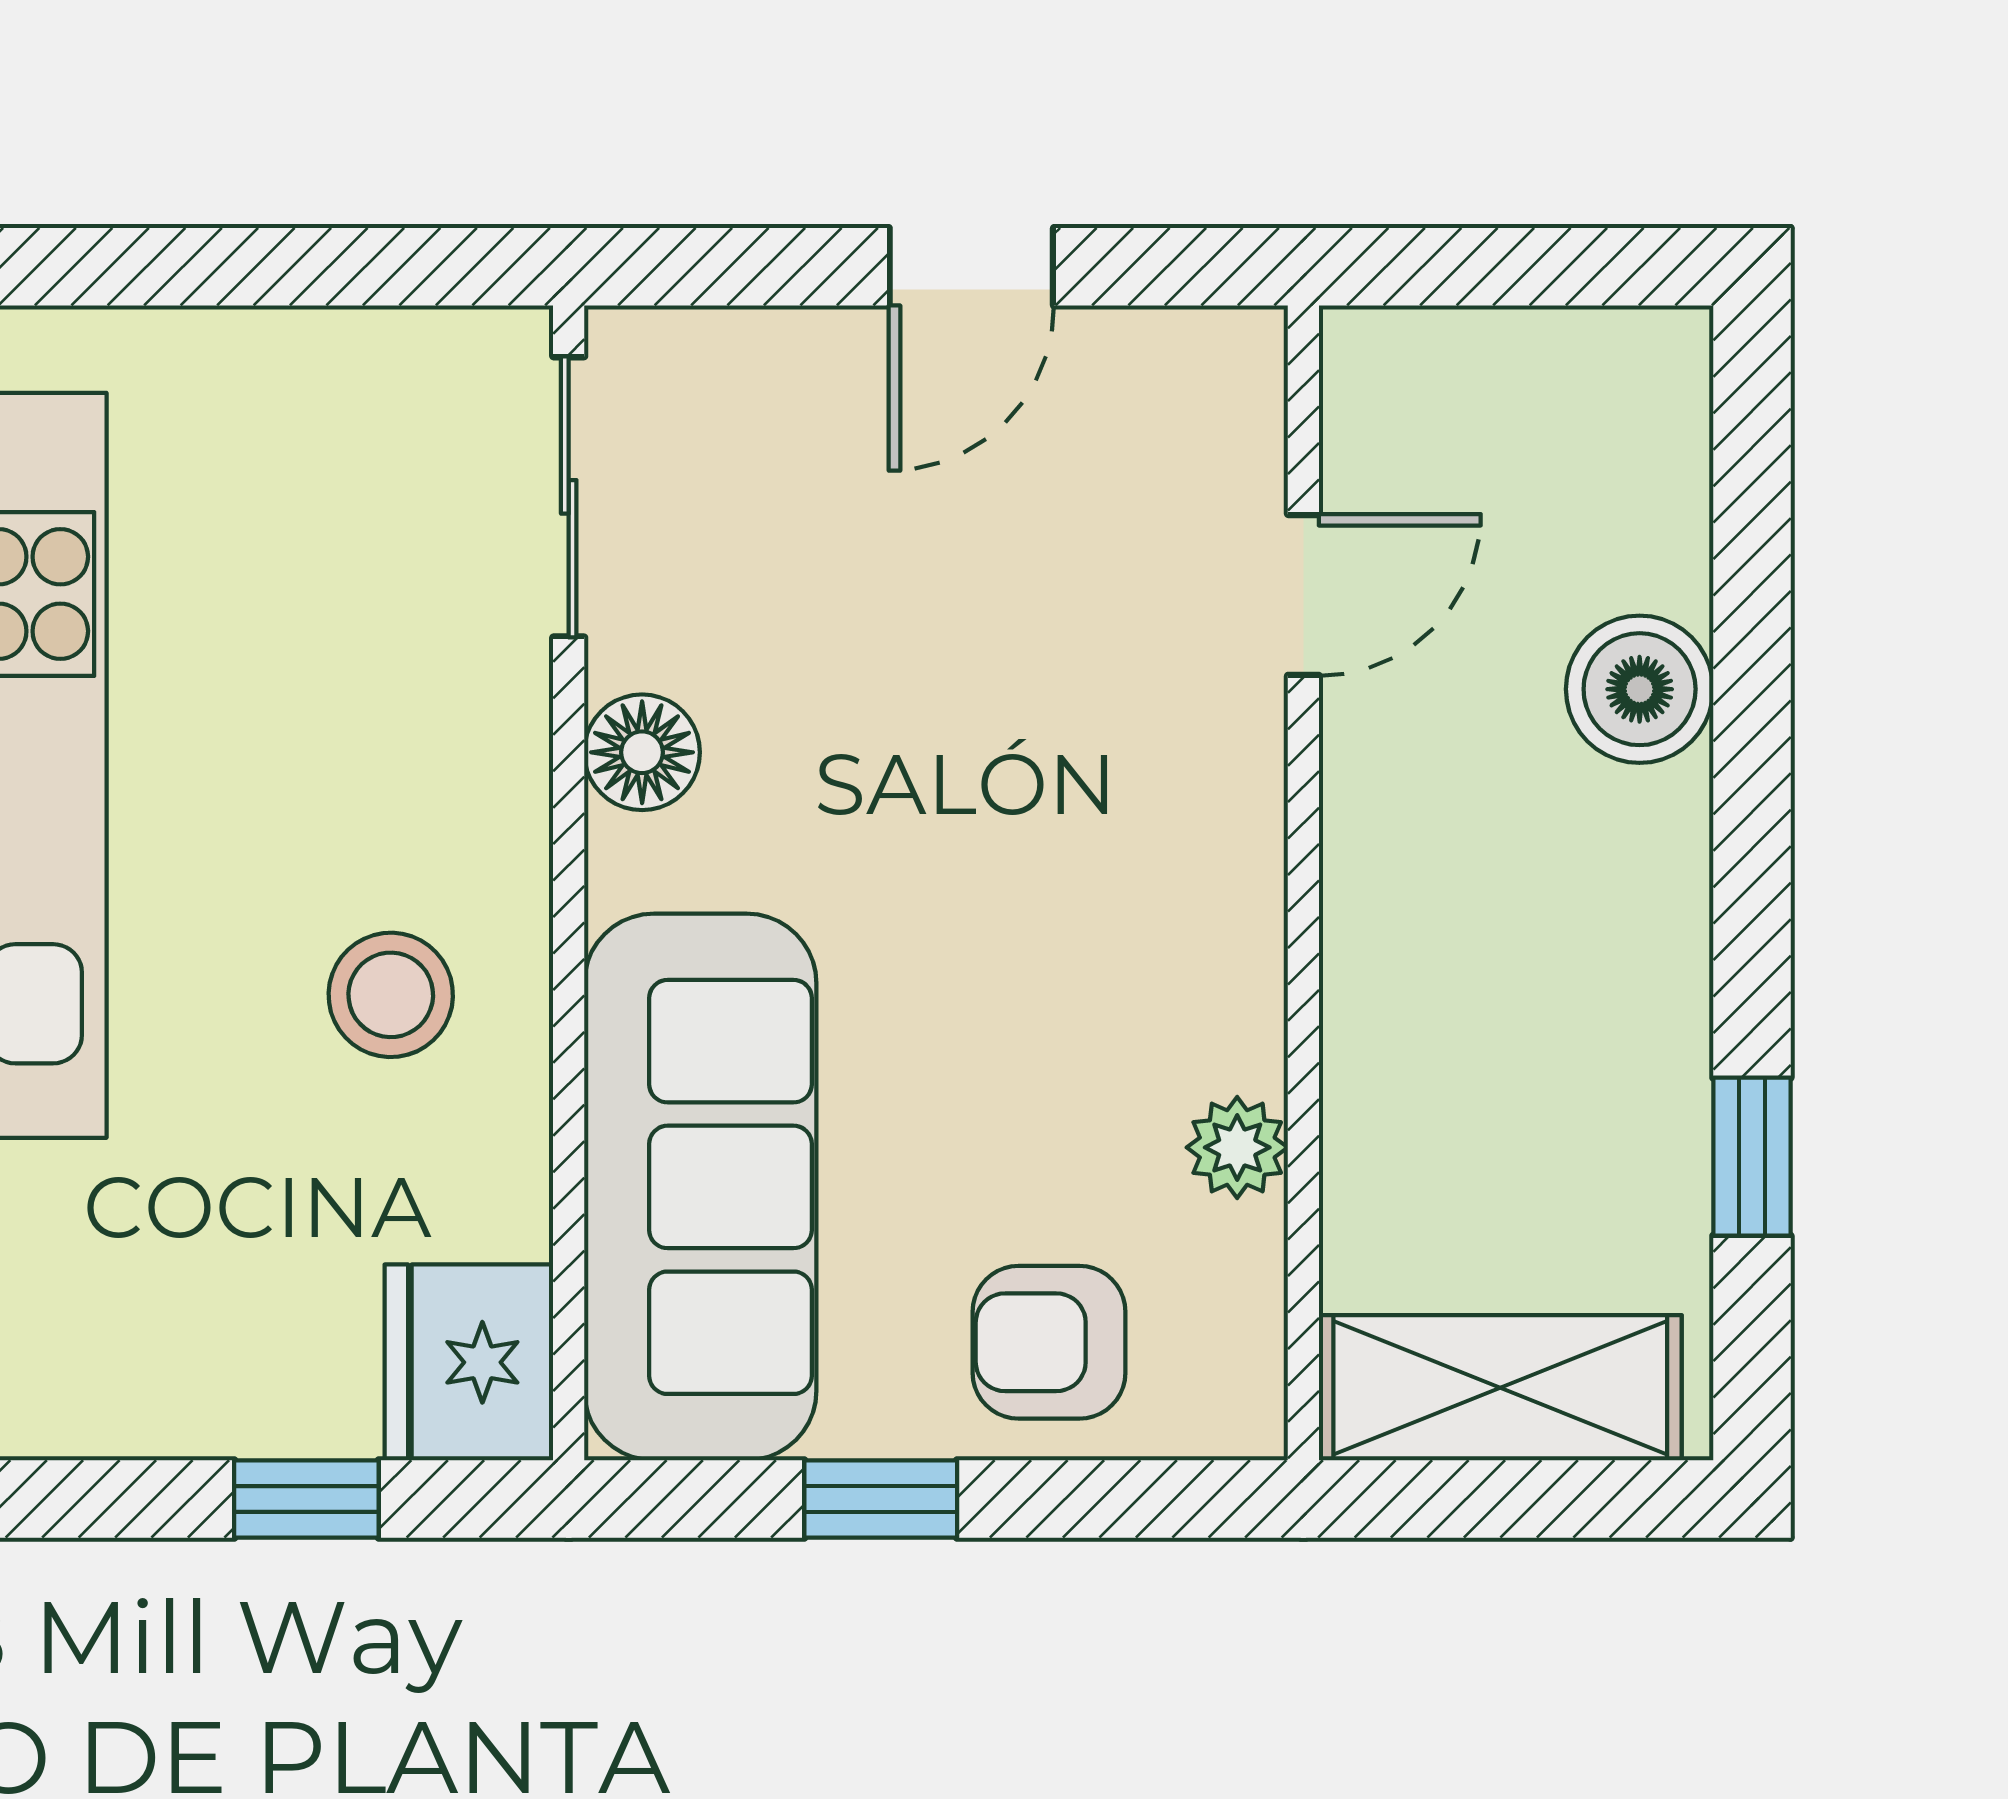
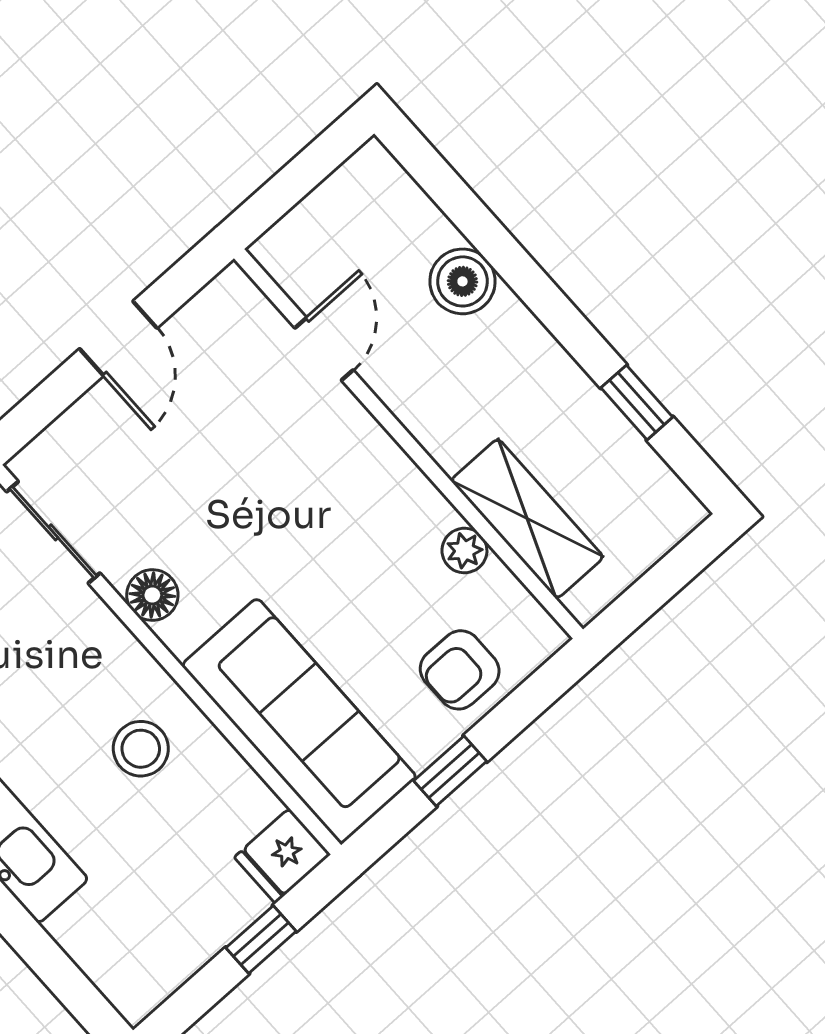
fridge: (469, 1362) -> (282, 856), width x0.72
shelving: (1500, 1388) -> (527, 519), moved, turned 90

